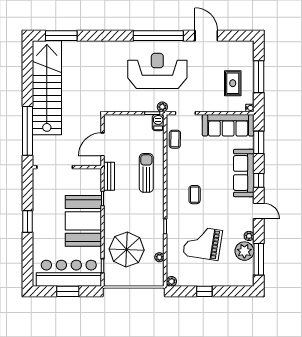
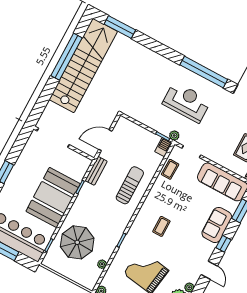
reception desk: (157, 71) -> (187, 102), width x0.74, depth x0.77
window: (27, 131) -> (66, 57), moved
sofa: (244, 173) -> (217, 225), width x0.73

